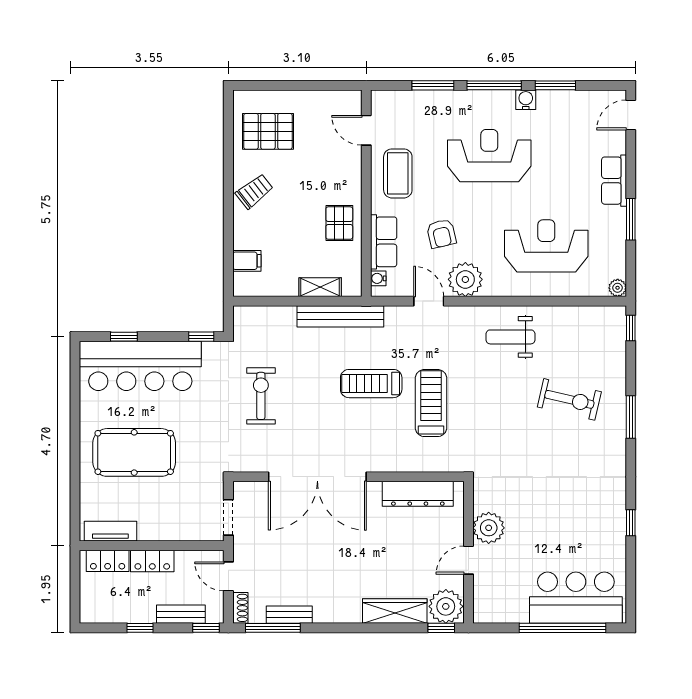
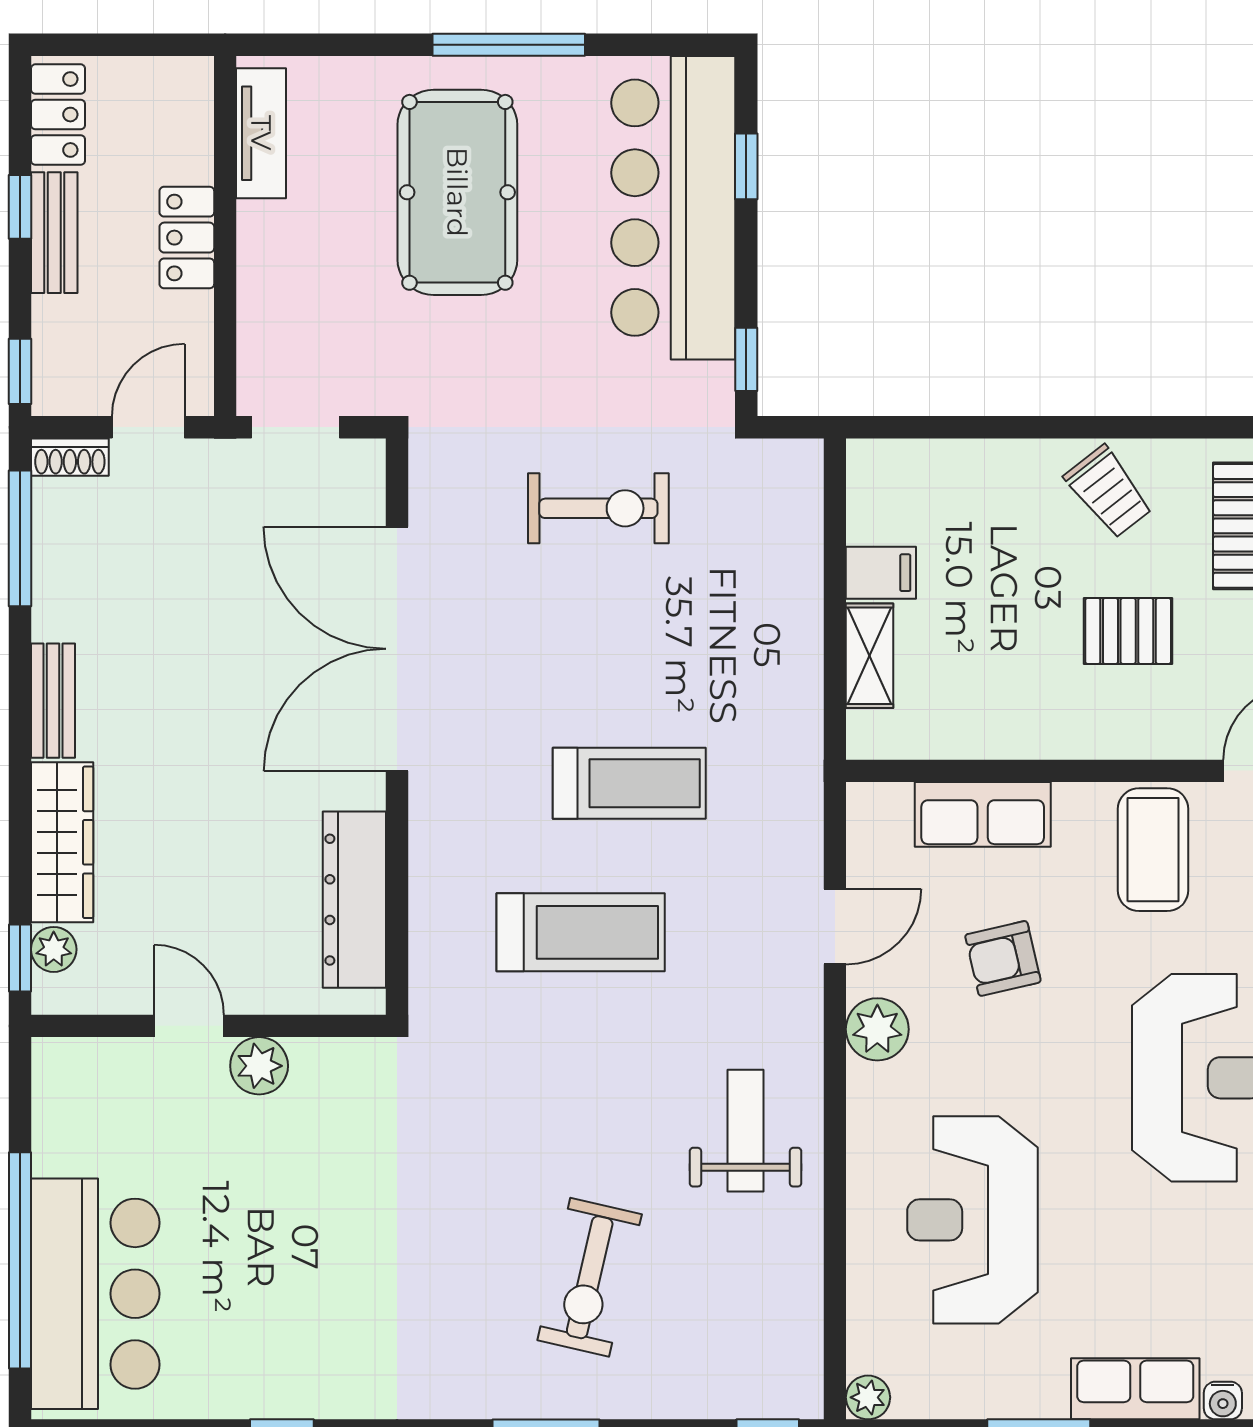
coffee table: (398, 173) -> (1153, 850), turned 90
pallet: (339, 223) -> (1128, 631), moved
reception desk: (546, 246) -> (972, 1220), turned 180
filing cabinet: (247, 261) -> (881, 573), moved, turned -90
water cooler: (378, 278) -> (1223, 1401), moved, turned 180
plant: (465, 279) -> (877, 1029), width x0.73, depth x0.73
bench: (340, 316) -> (797, 707), removed
treadmill: (371, 384) -> (629, 783), turned 90
window: (75, 432) -> (509, 45), added
plant: (489, 528) -> (259, 1066), width x0.73, depth x0.73
locker: (108, 561) -> (58, 115), moved, turned 180
plant: (446, 606) -> (54, 949), width x0.53, depth x0.53
bench: (181, 614) -> (54, 233), moved
bench: (289, 615) -> (53, 701), moved

